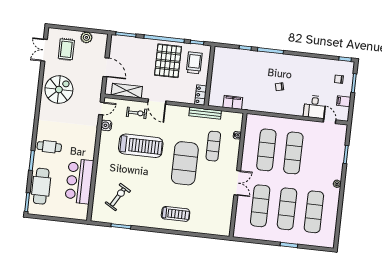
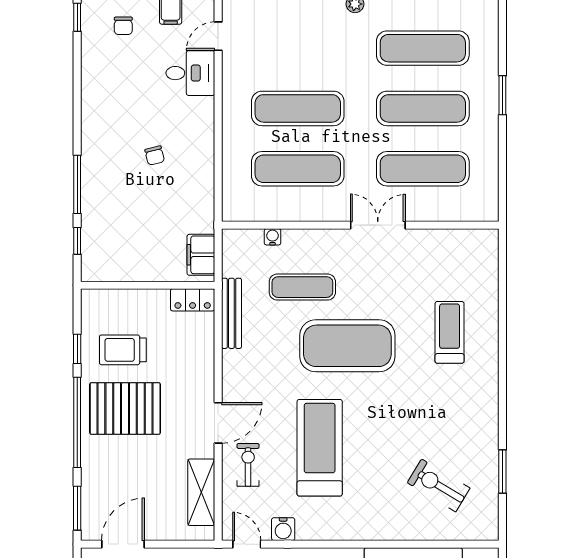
door: (106, 67) -> (123, 544), moved
wall: (209, 76) -> (148, 285), moved
locker: (201, 95) -> (193, 300), moved
treadmill: (176, 214) -> (450, 332), moved

